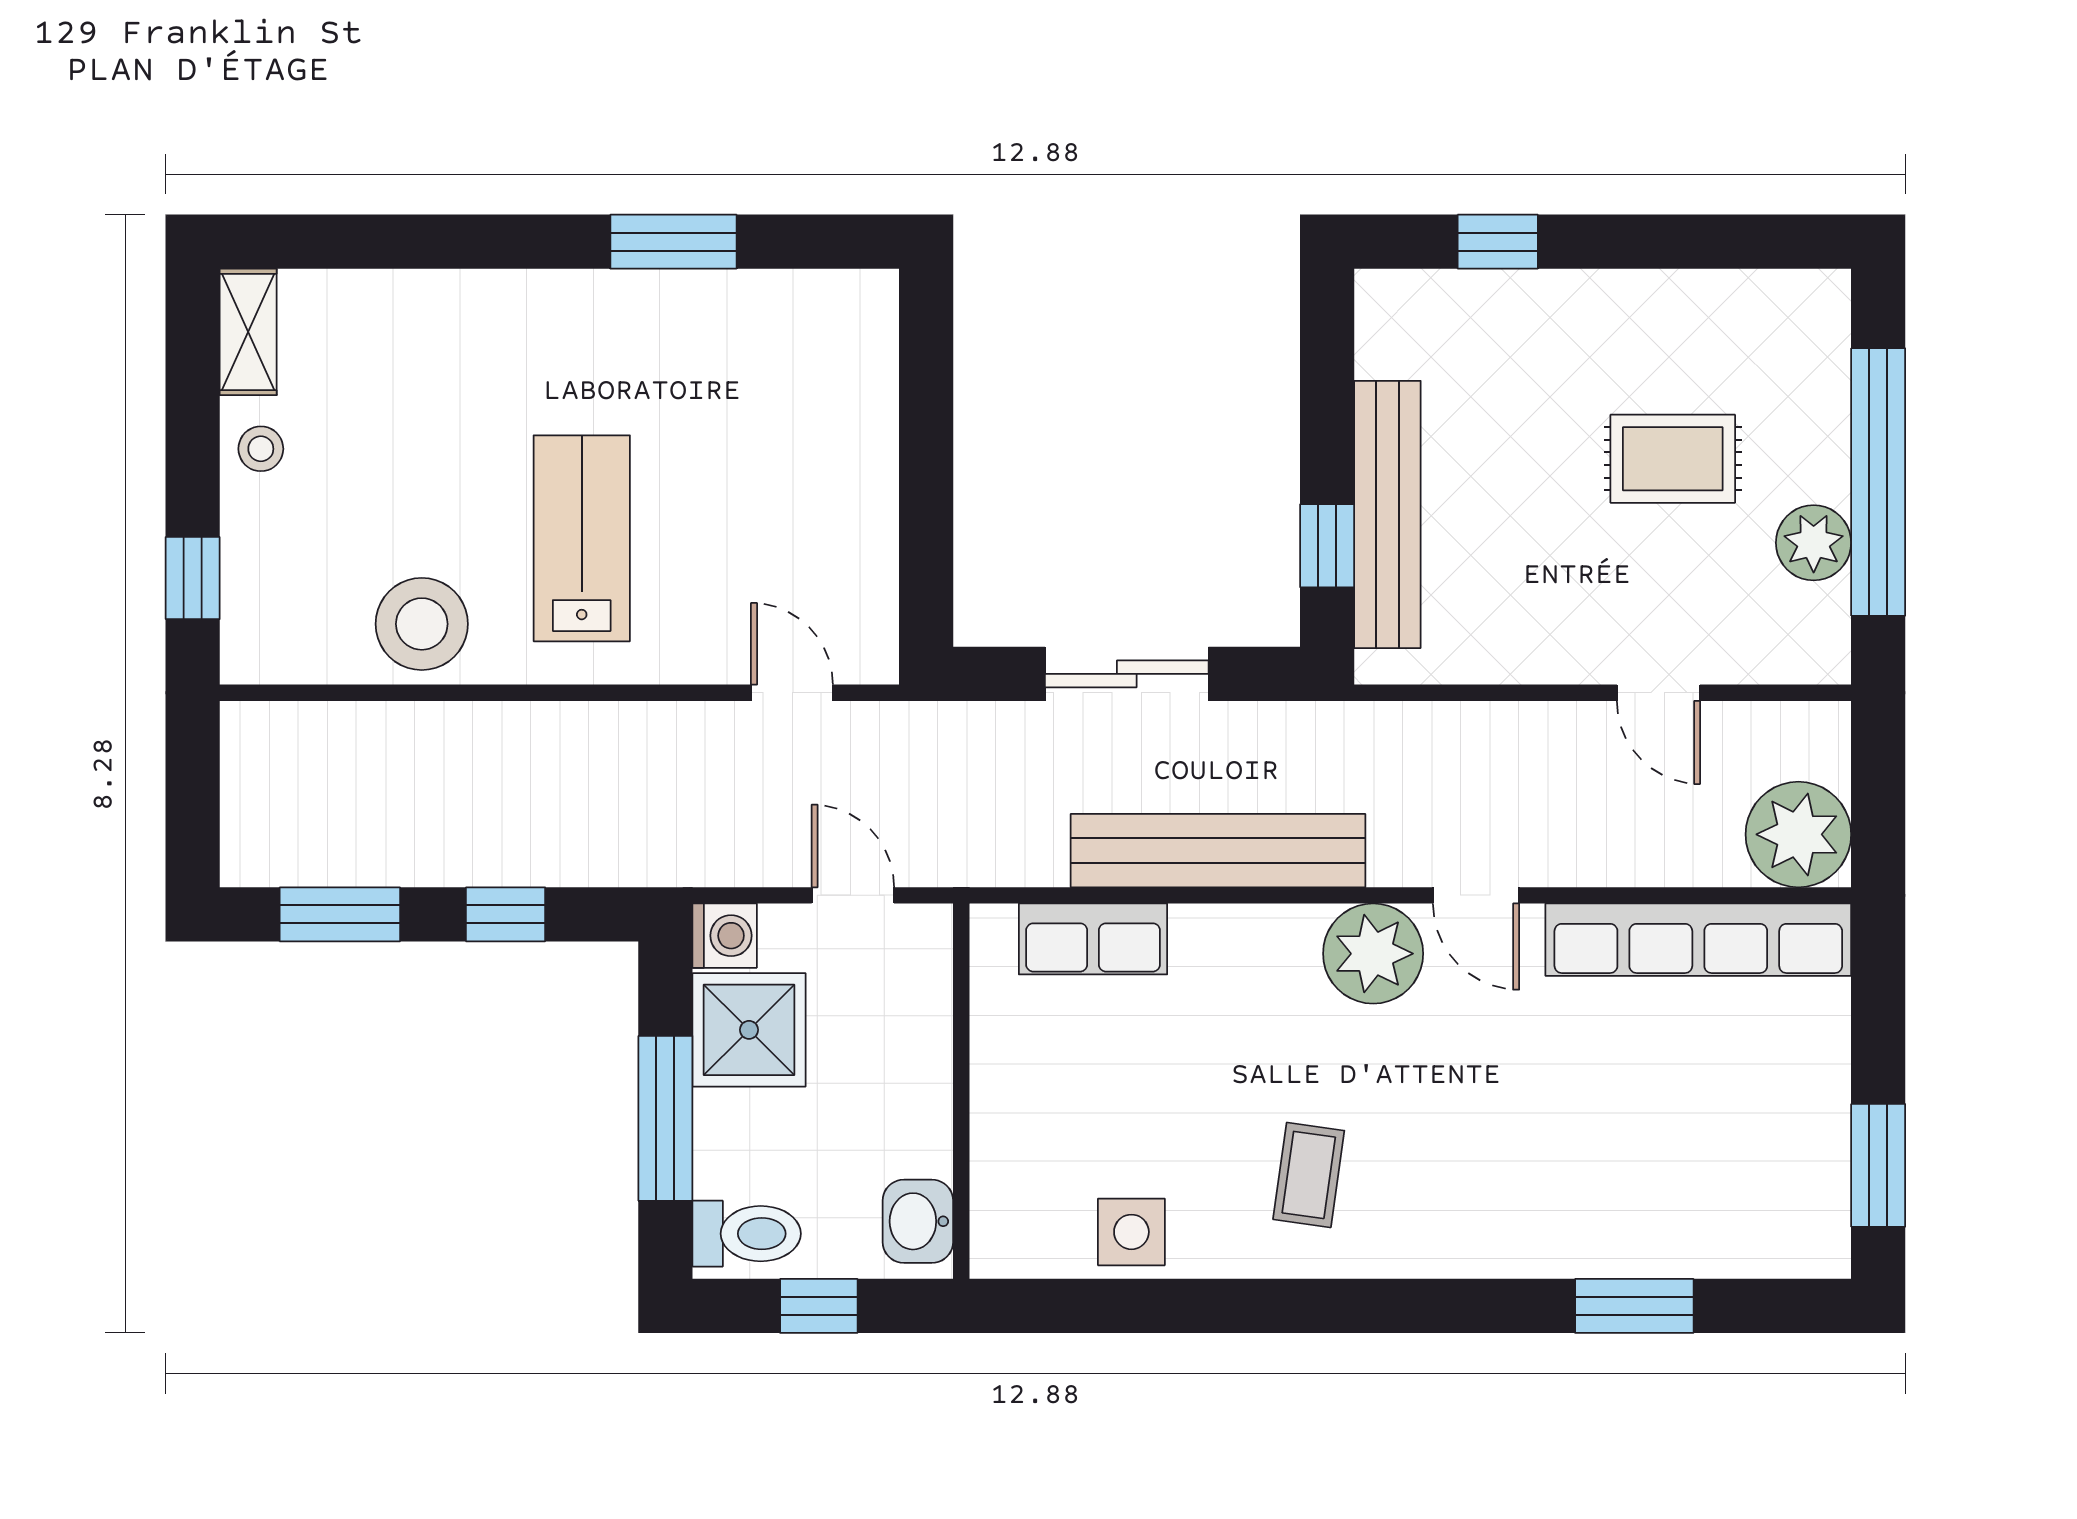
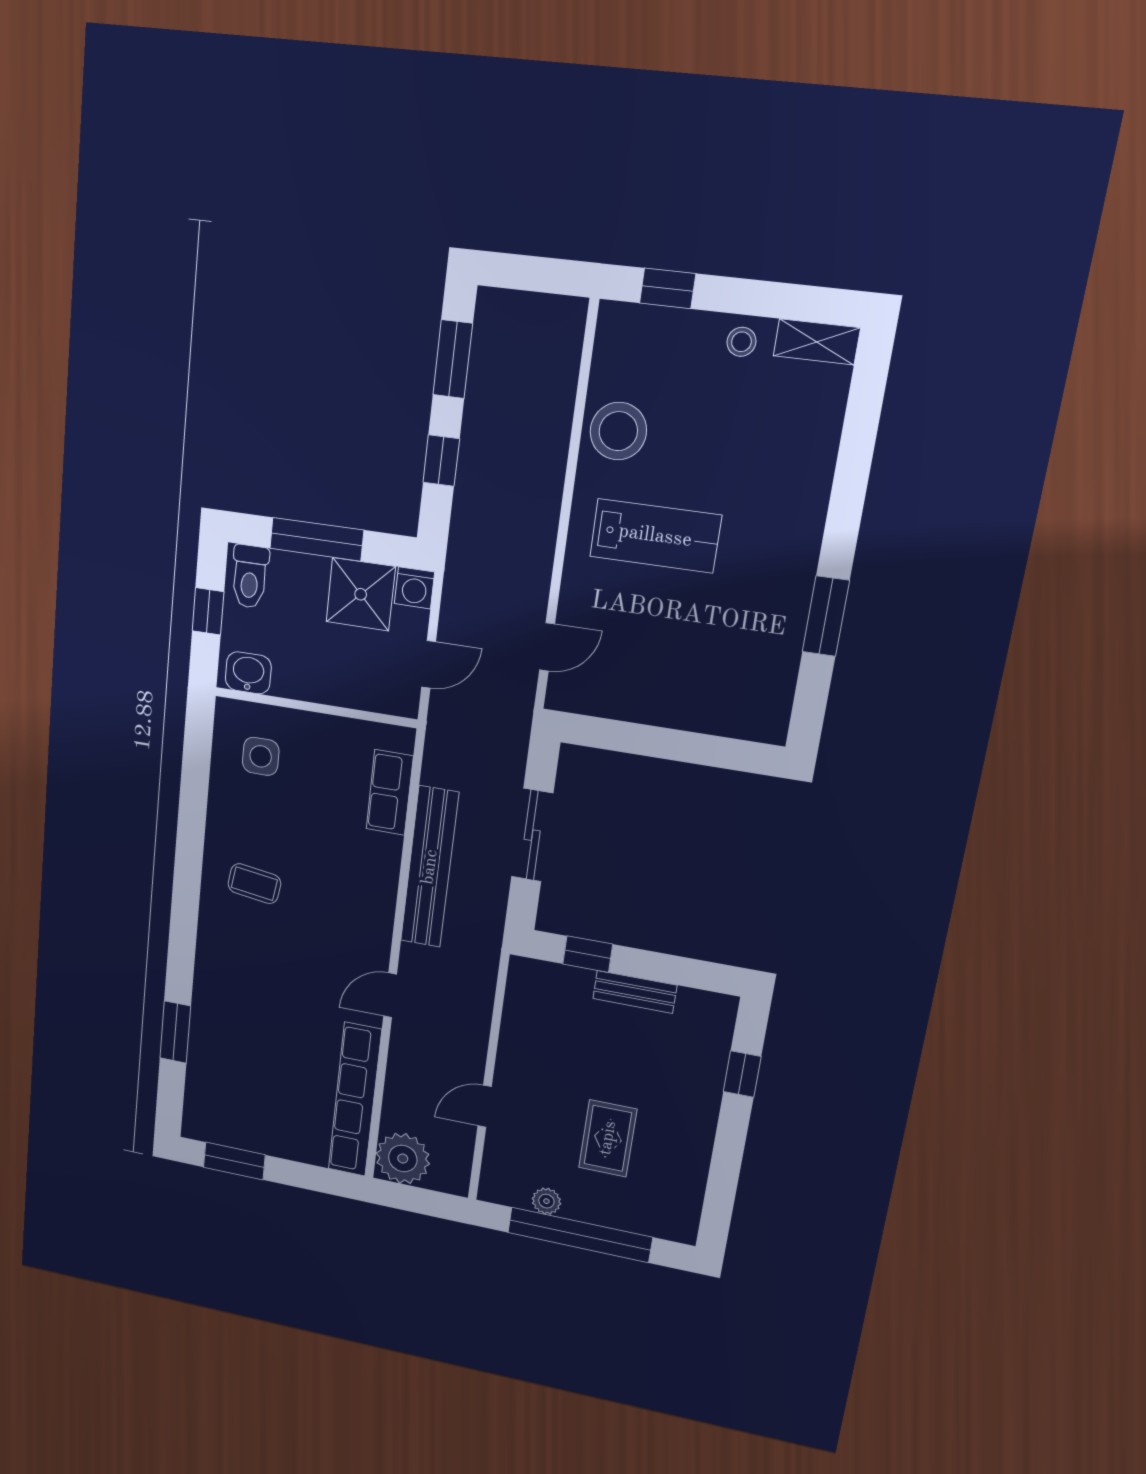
bench: (1387, 514) -> (635, 992), width x0.54, depth x0.82
plant: (1814, 543) -> (546, 1201), width x0.73, depth x0.73
plant: (1373, 954) -> (366, 937), removed
side table: (1131, 1232) -> (261, 756), moved

